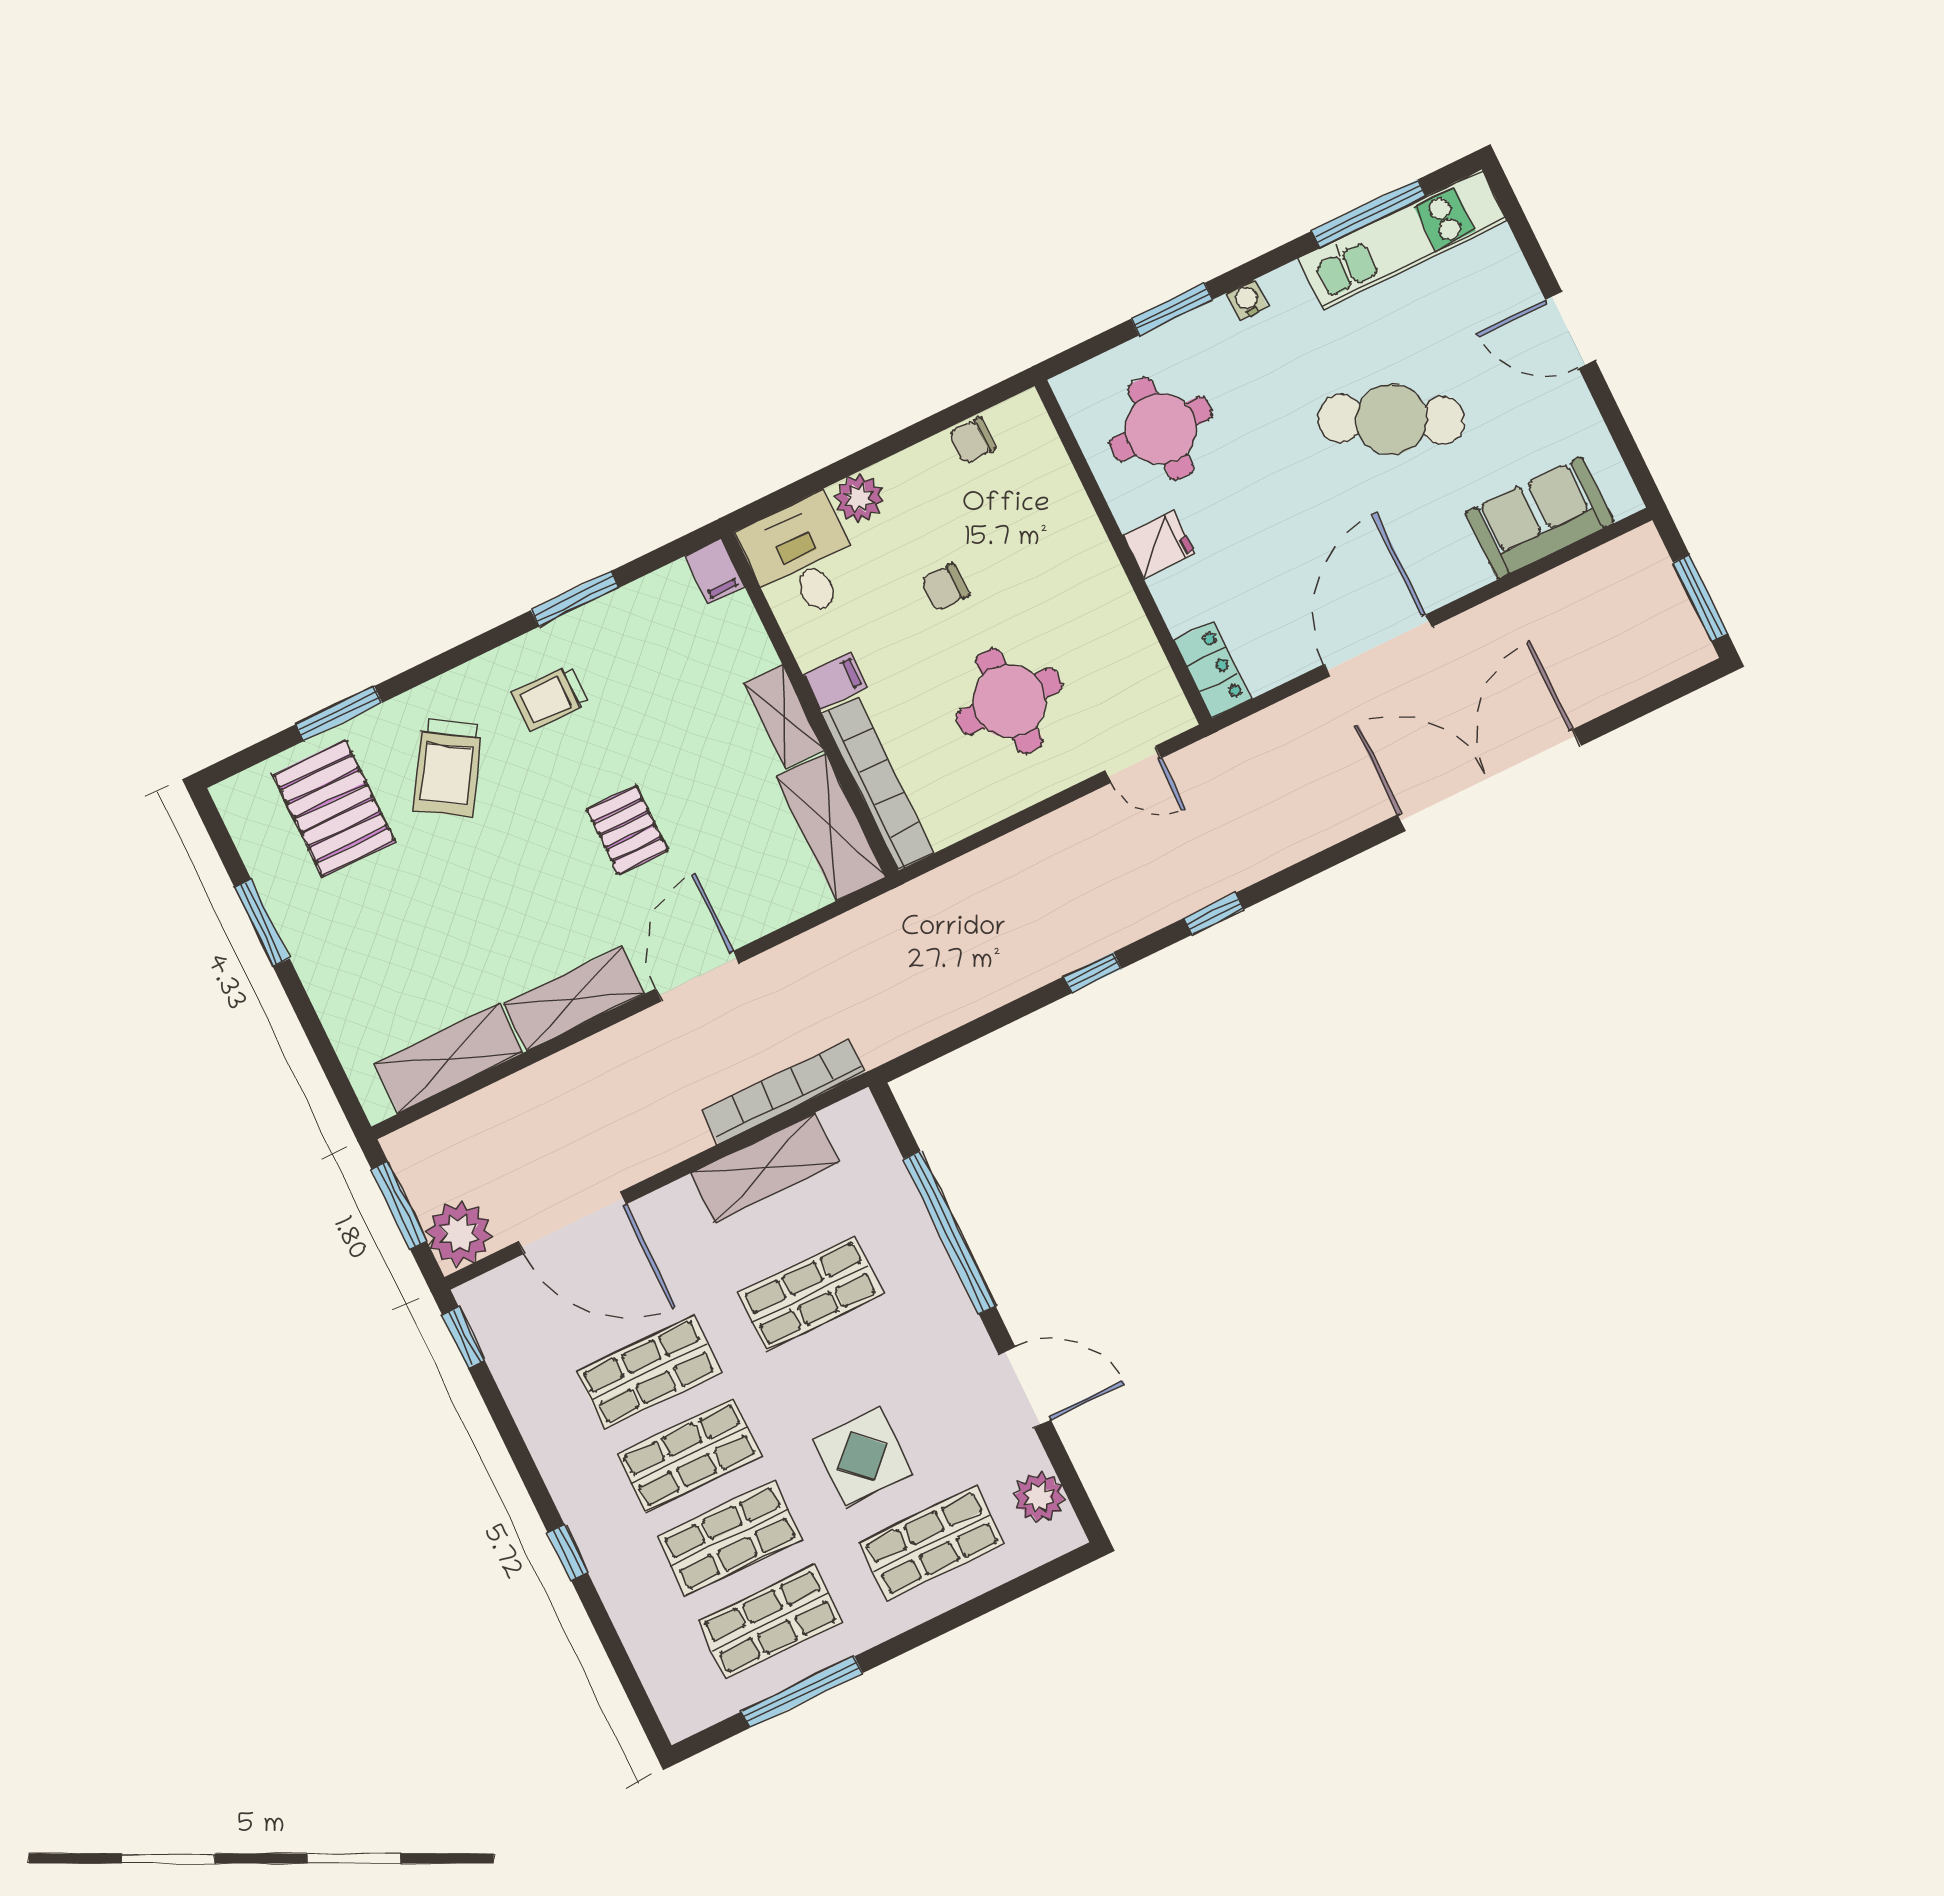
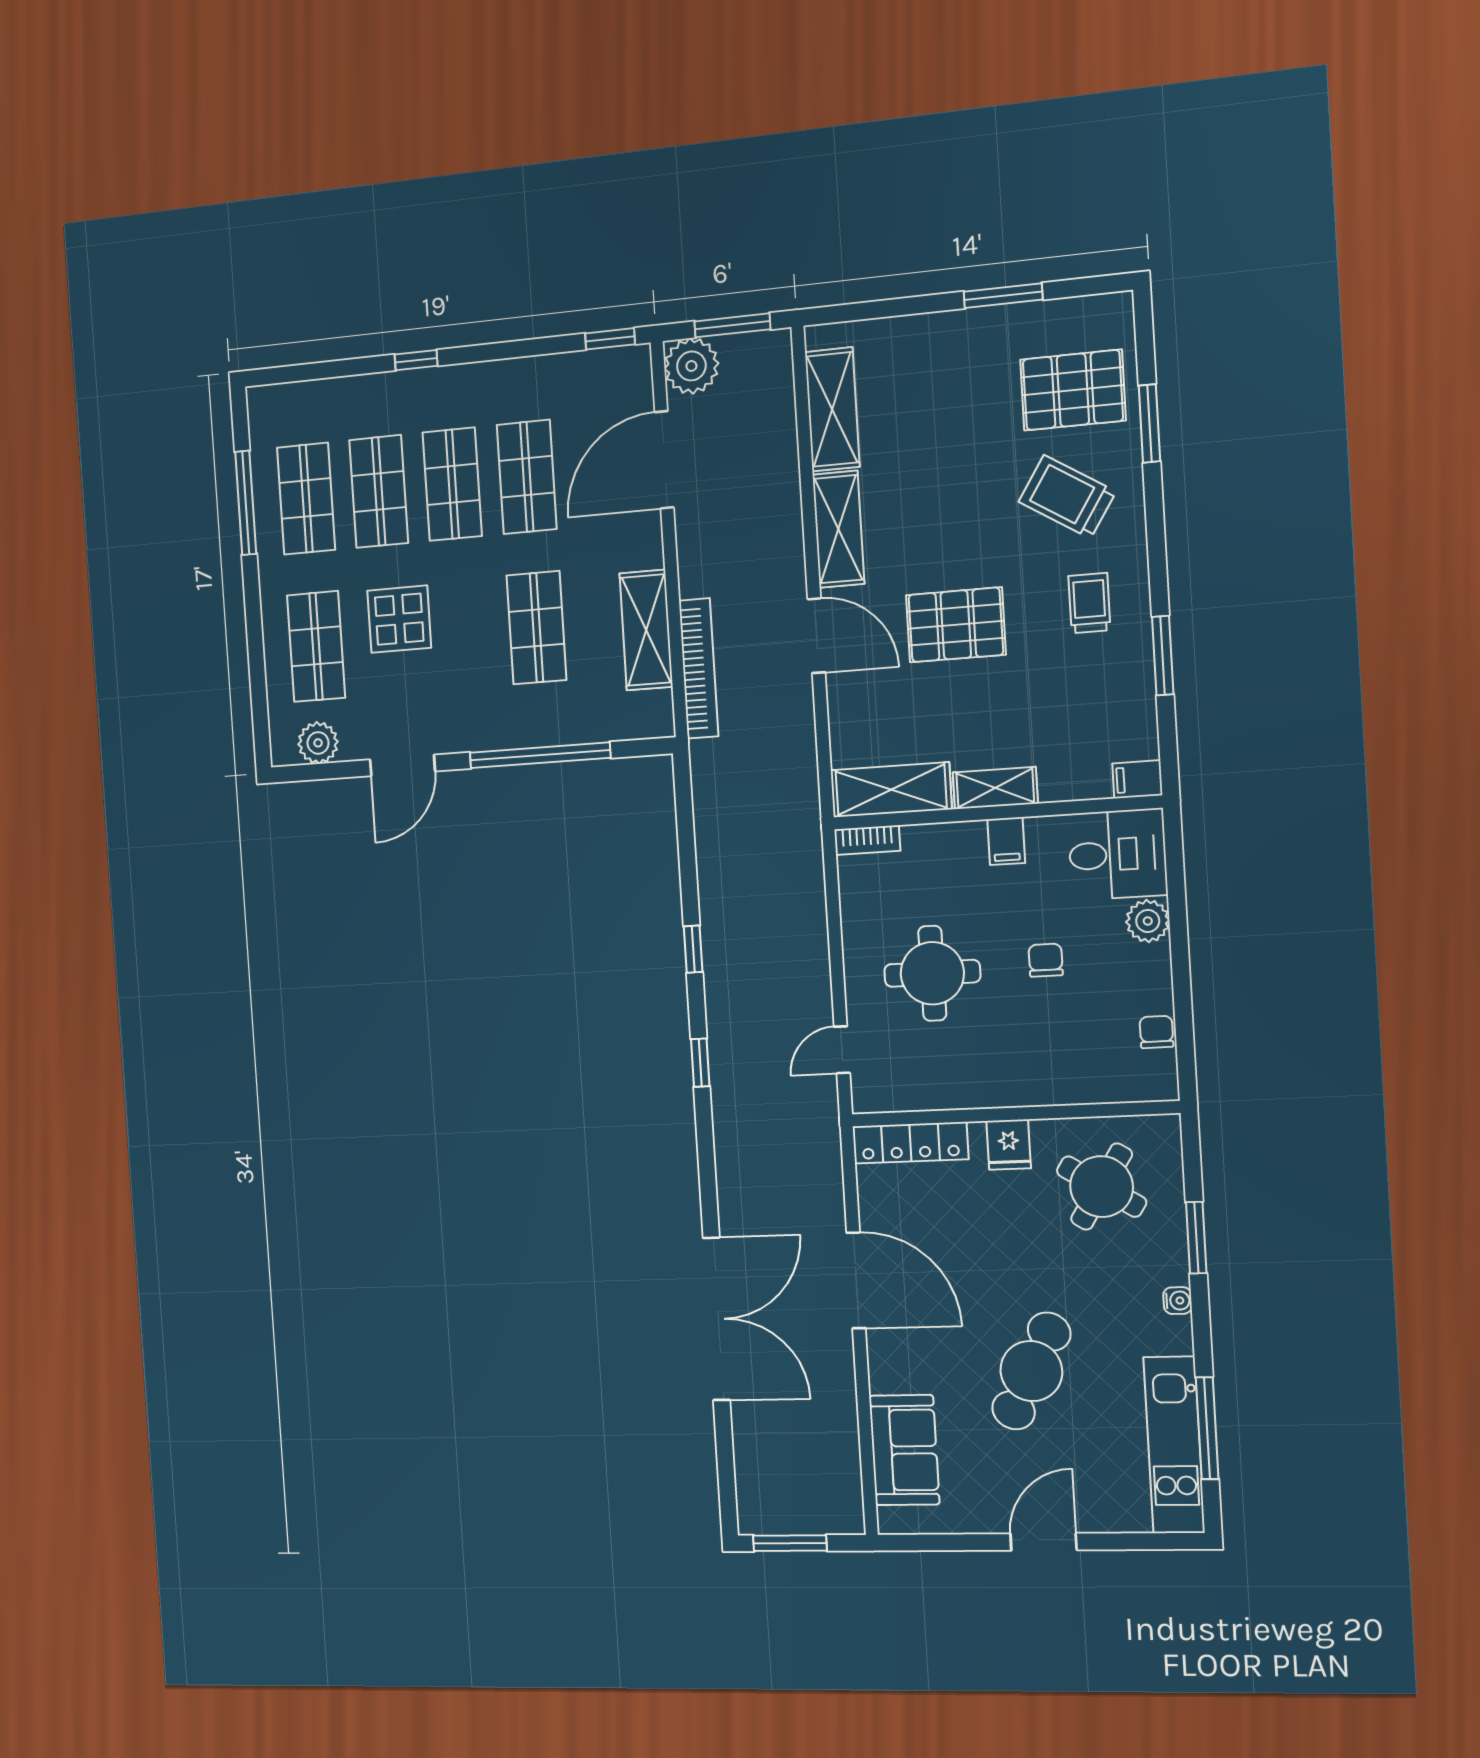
round table: (1161, 429) -> (1102, 1187), turned 32
locker: (1212, 670) -> (910, 1143), width x1.53
bookcase: (878, 784) -> (867, 840), width x0.43, depth x0.76
pallet: (627, 830) -> (956, 625), width x1.50, depth x1.42

